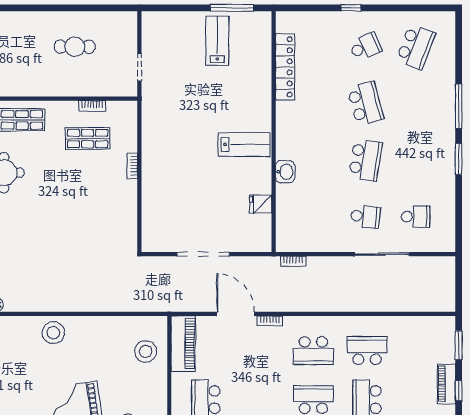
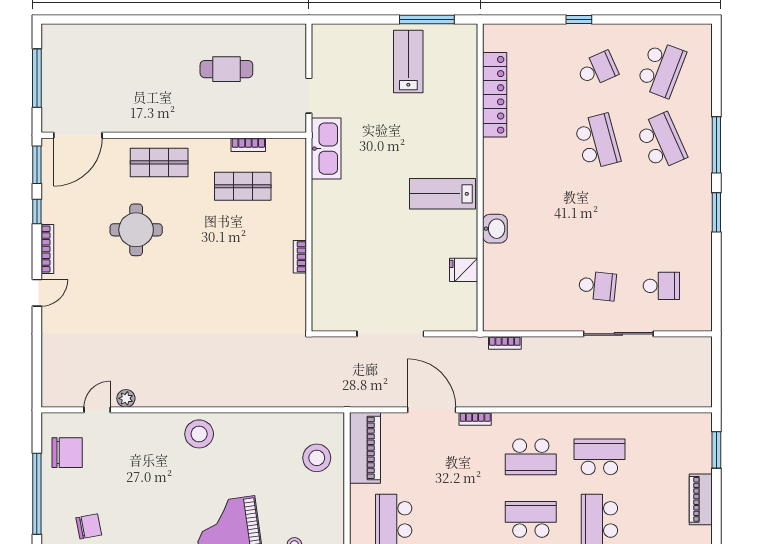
kitchen sink: (153, 109) -> (326, 149), added
lab bench: (244, 144) -> (442, 194), turned 180
school desk: (365, 160) -> (661, 141), moved, turned -33
bookcase: (132, 166) -> (300, 257), moved
window: (459, 391) -> (716, 508), removed

